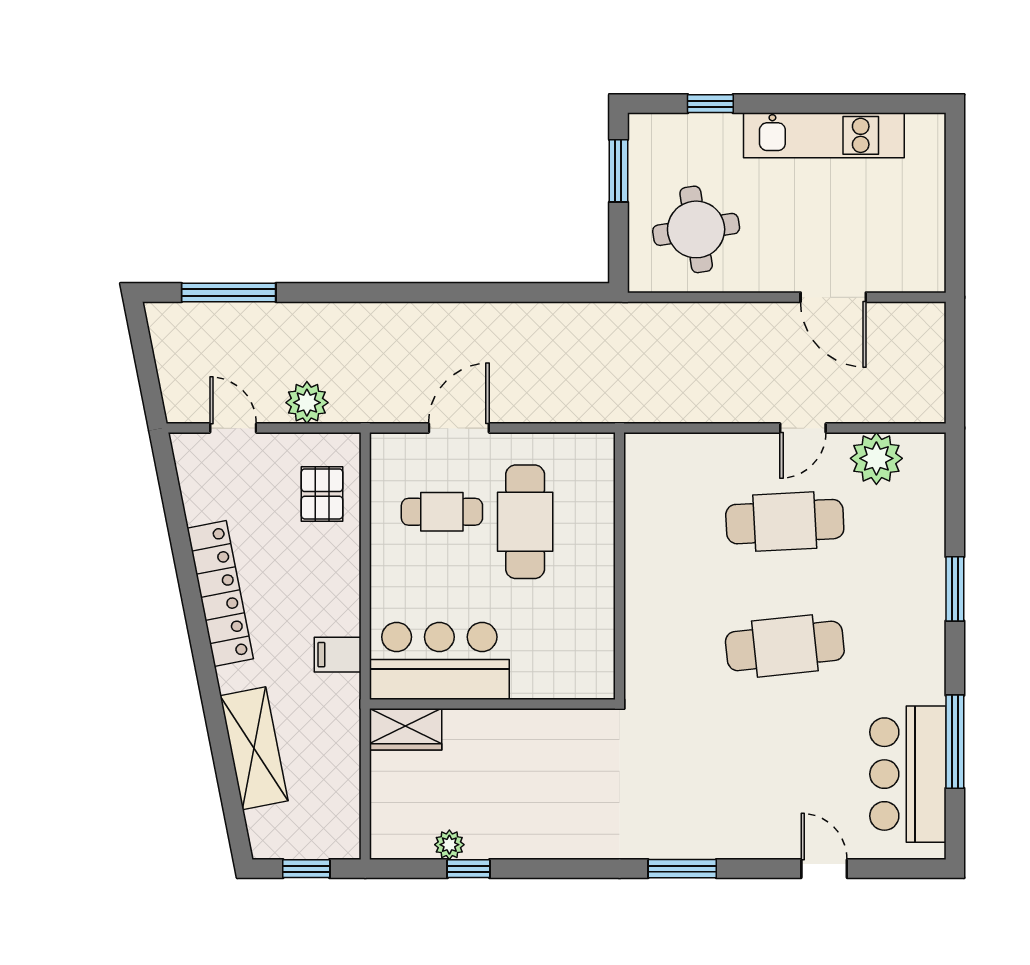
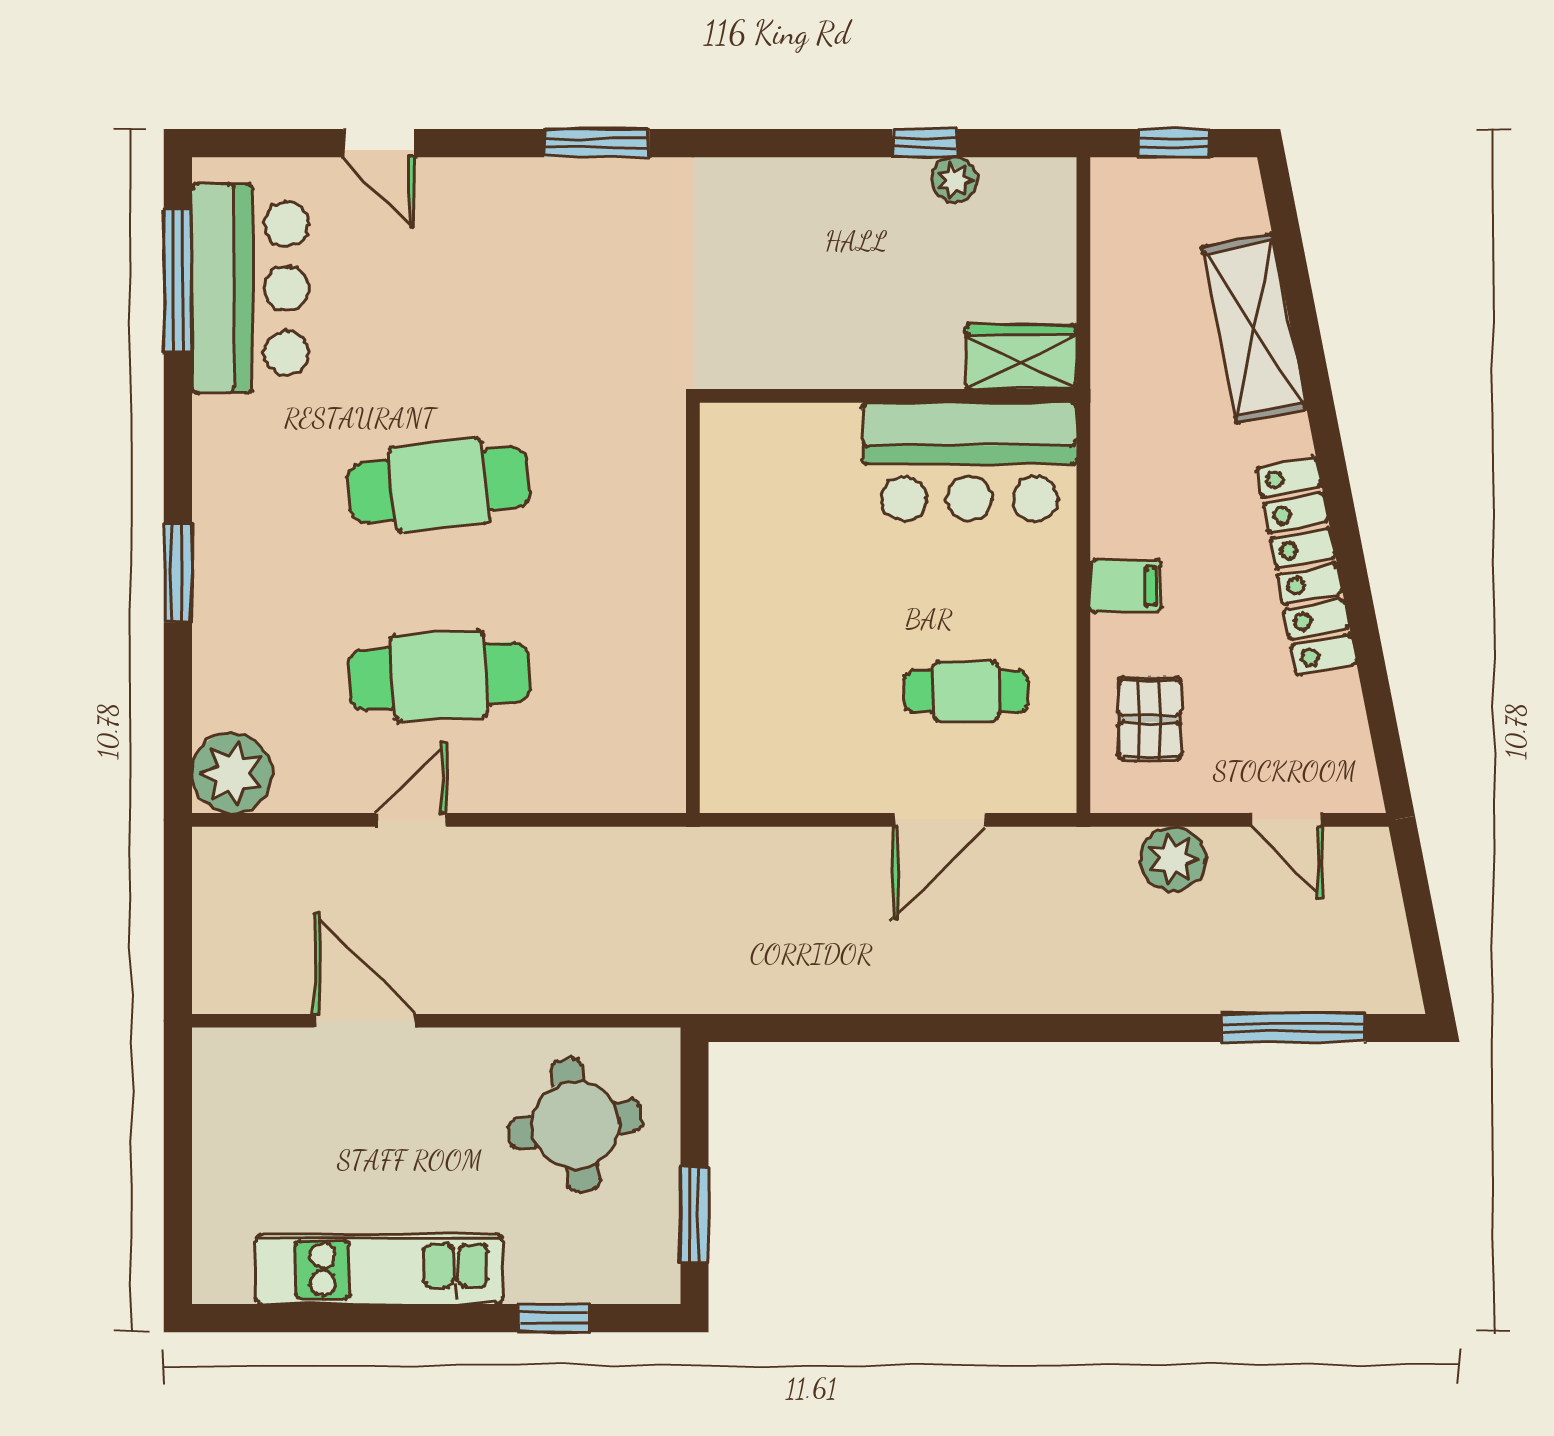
plant: (876, 458) -> (232, 773), moved
cafe table: (525, 522) -> (838, 676), removed
filing cabinet: (338, 655) -> (1126, 586), moved
window: (955, 742) -> (178, 281), moved

